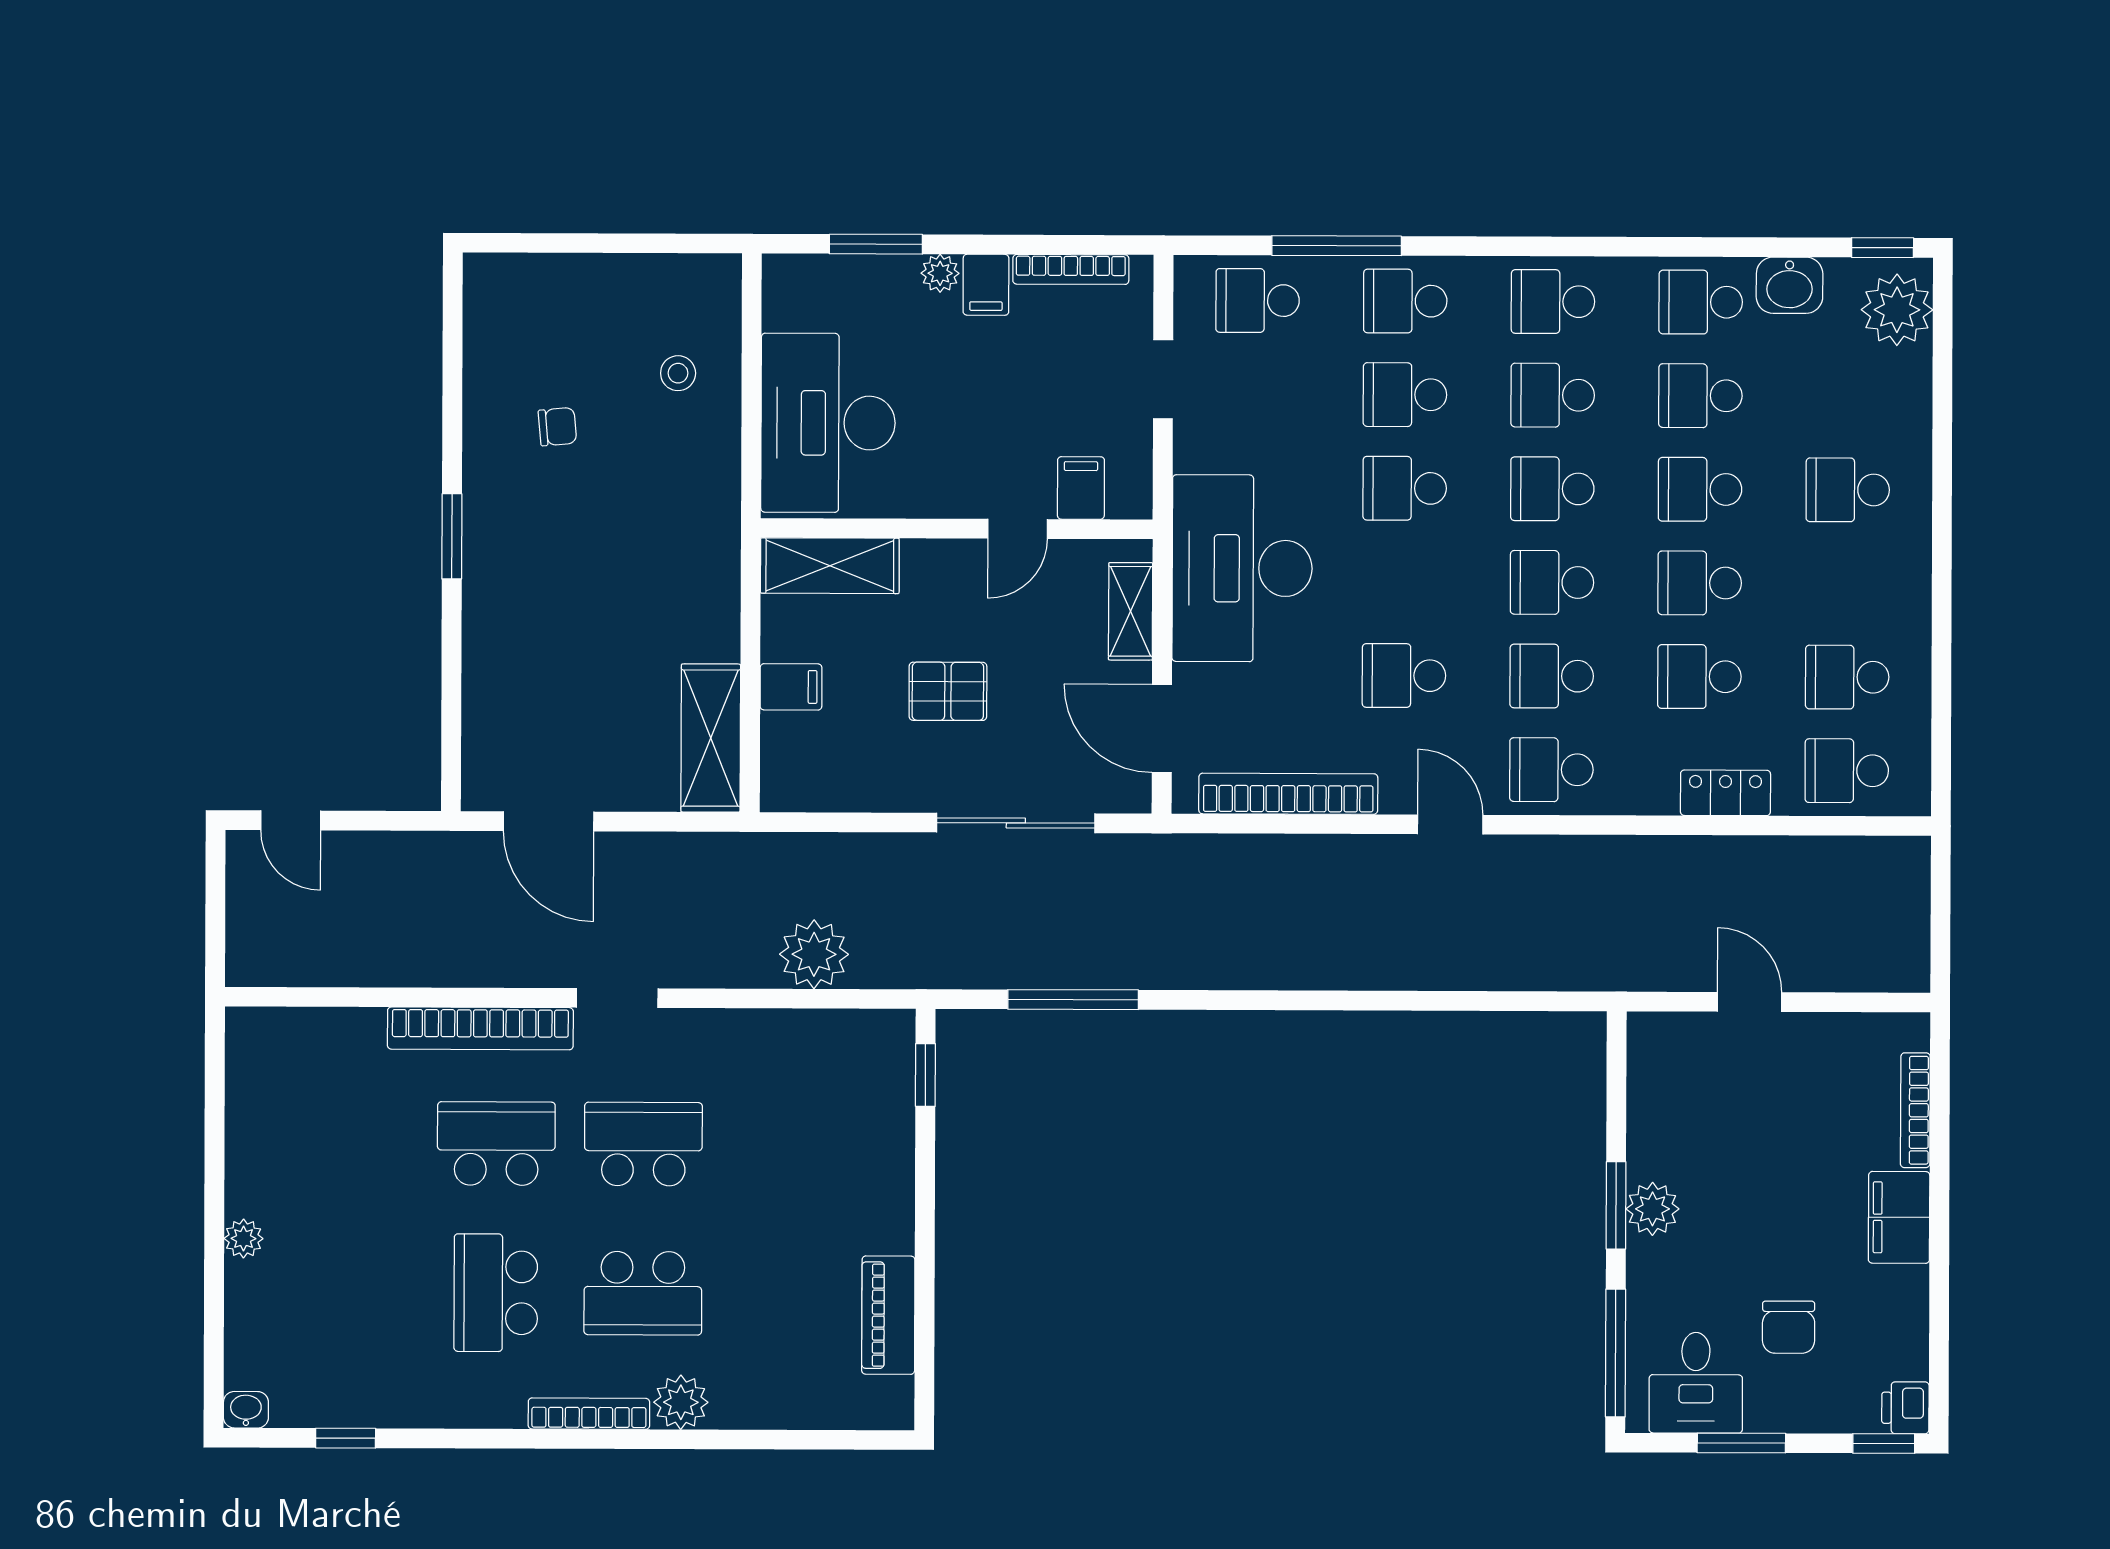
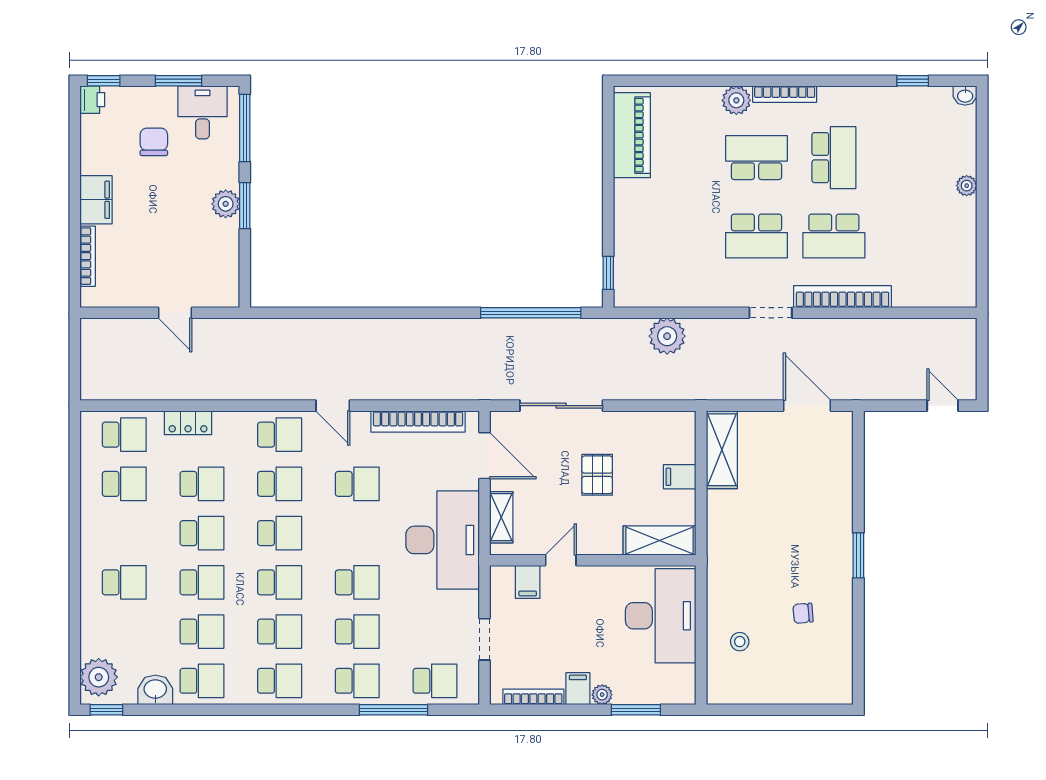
pallet: (948, 691) -> (597, 475), turned 90
window: (1073, 1000) -> (531, 313), width x1.46
piano: (888, 1315) -> (632, 135), width x1.37, depth x1.33

